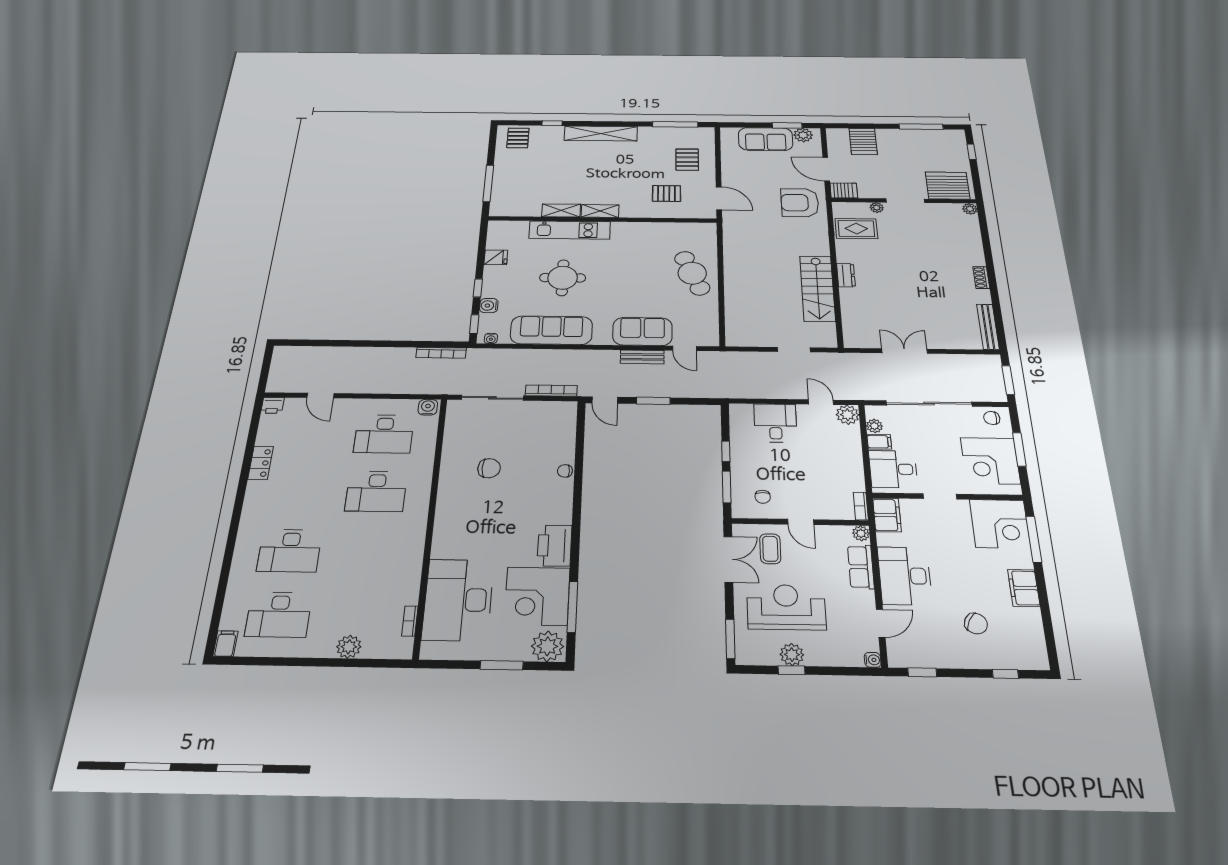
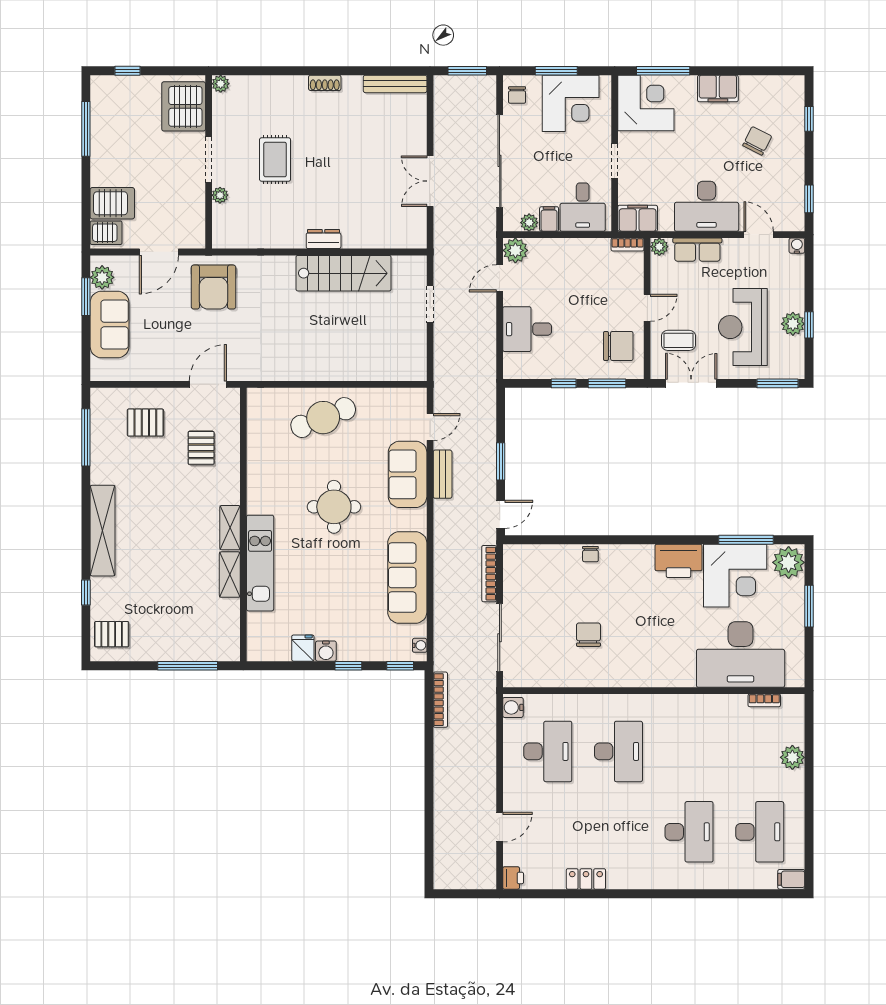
server rack: (844, 191) -> (106, 233), moved, turned 90
rug: (856, 229) -> (275, 160), moved
round table: (563, 278) -> (334, 507), moved
water cooler: (489, 306) -> (326, 651), moved
chair: (763, 497) -> (618, 346), width x1.87, depth x1.87

